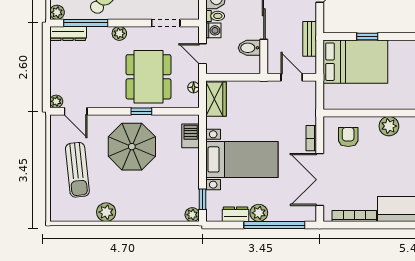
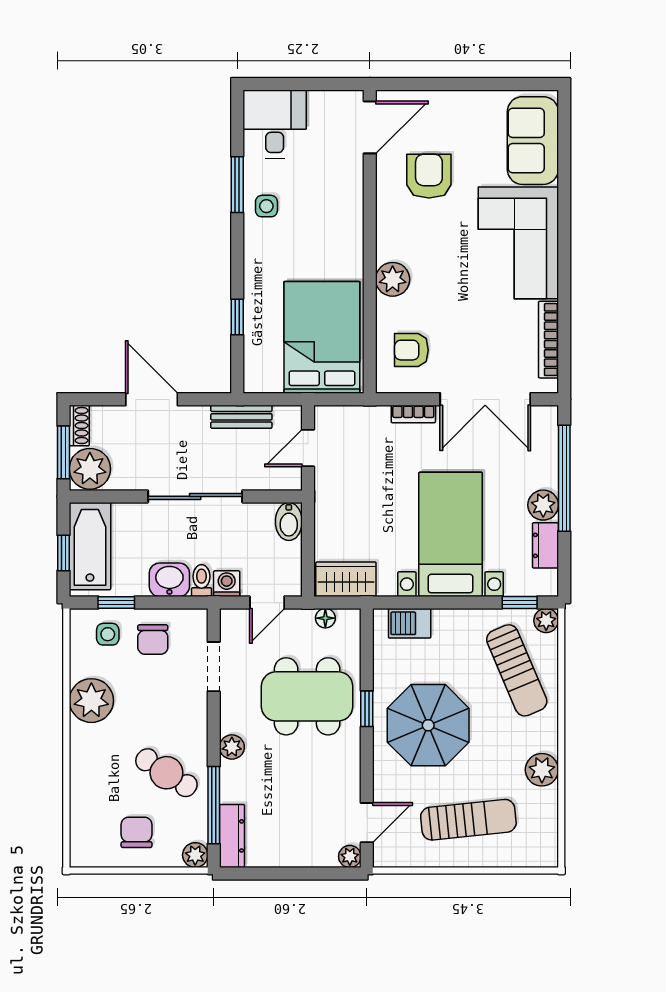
bidet: (249, 48) -> (289, 522), moved
bed: (355, 62) -> (322, 337), moved
sun lounger: (163, 198) -> (517, 670), added

